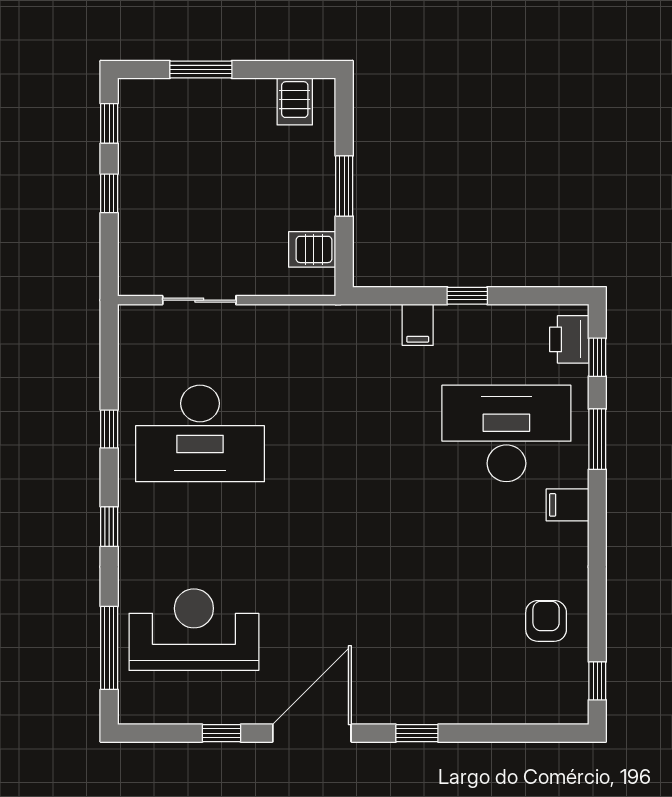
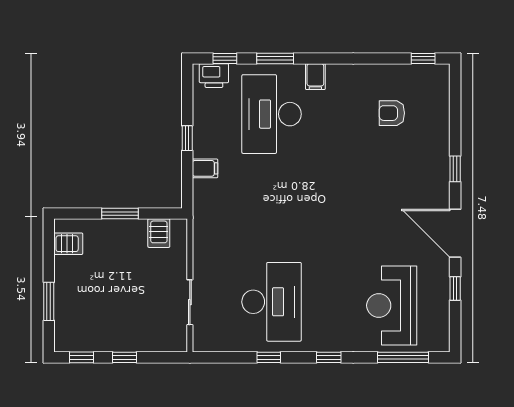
armchair: (546, 621) -> (392, 113), moved

